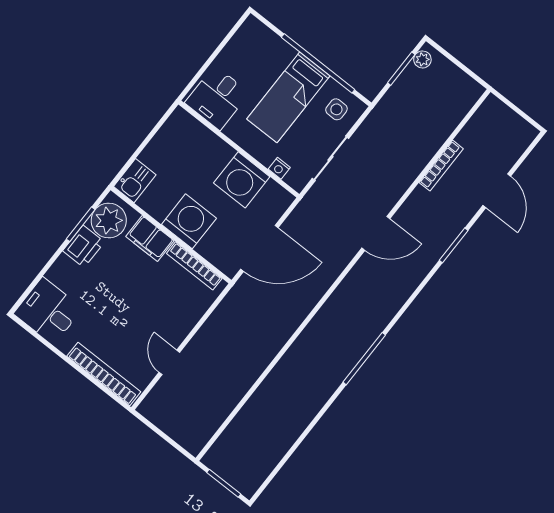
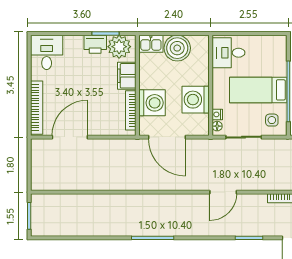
boiler: (164, 154) -> (177, 48), added
floor lamp: (293, 179) -> (217, 126), added
washing machine: (189, 221) -> (152, 103), moved
door: (376, 233) -> (223, 192), hinge flipped
door: (169, 362) -> (70, 137), width x1.88

